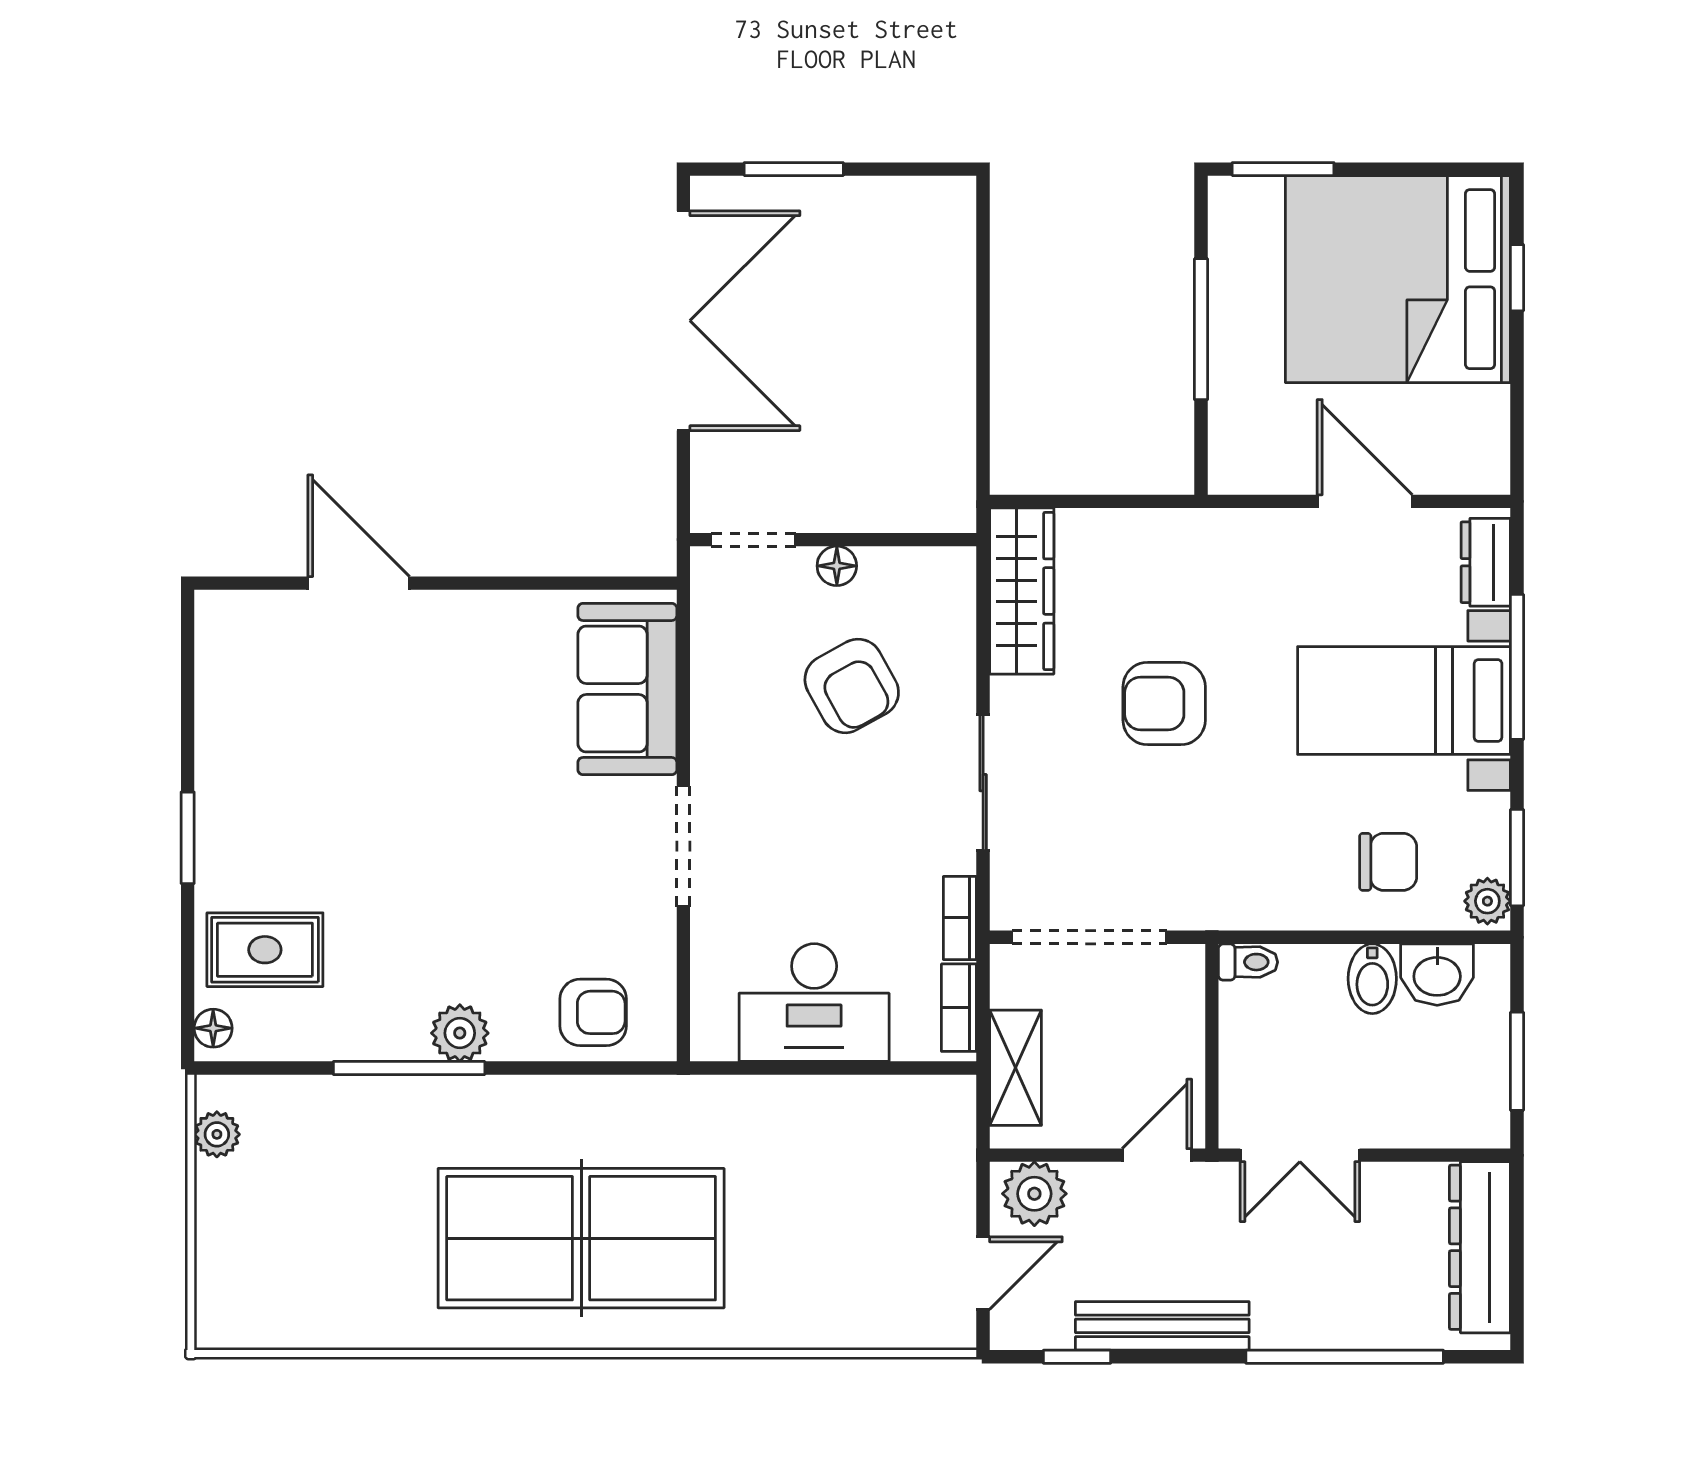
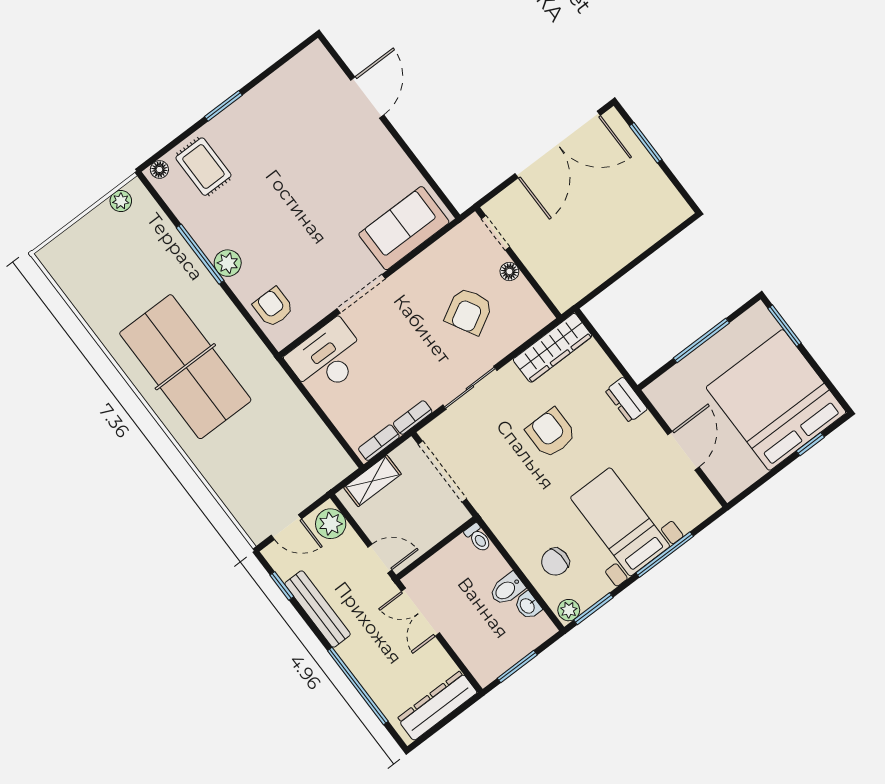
dresser: (1486, 562) -> (626, 400), moved, turned -90
chair: (1388, 862) -> (555, 562), turned 84
washbasin: (1437, 975) -> (528, 606), width x0.72, depth x0.69
desk: (814, 1003) -> (327, 358), moved, turned 90
armchair: (593, 1012) -> (273, 307), turned 180

